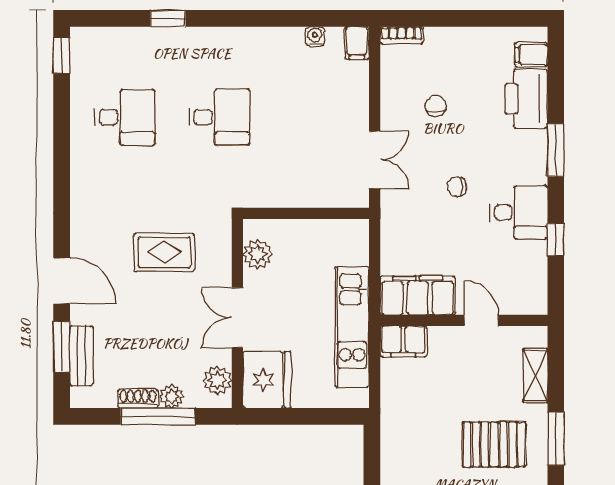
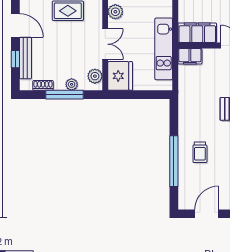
double door: (237, 318) -> (105, 44), swing flipped
window: (62, 347) -> (15, 59), width x0.67
bench: (81, 356) -> (25, 58), width x1.36
shoe rack: (138, 398) -> (43, 85), moved

